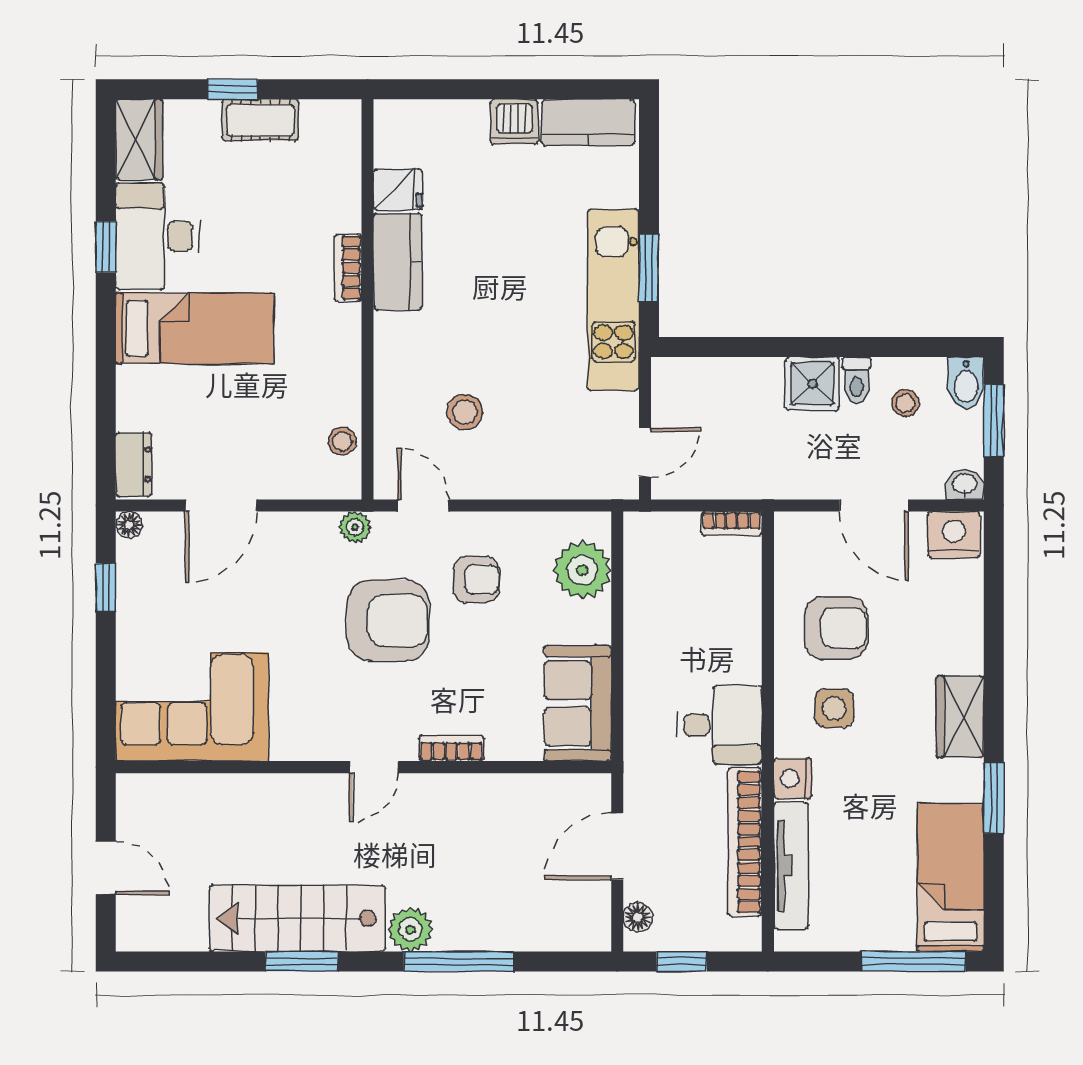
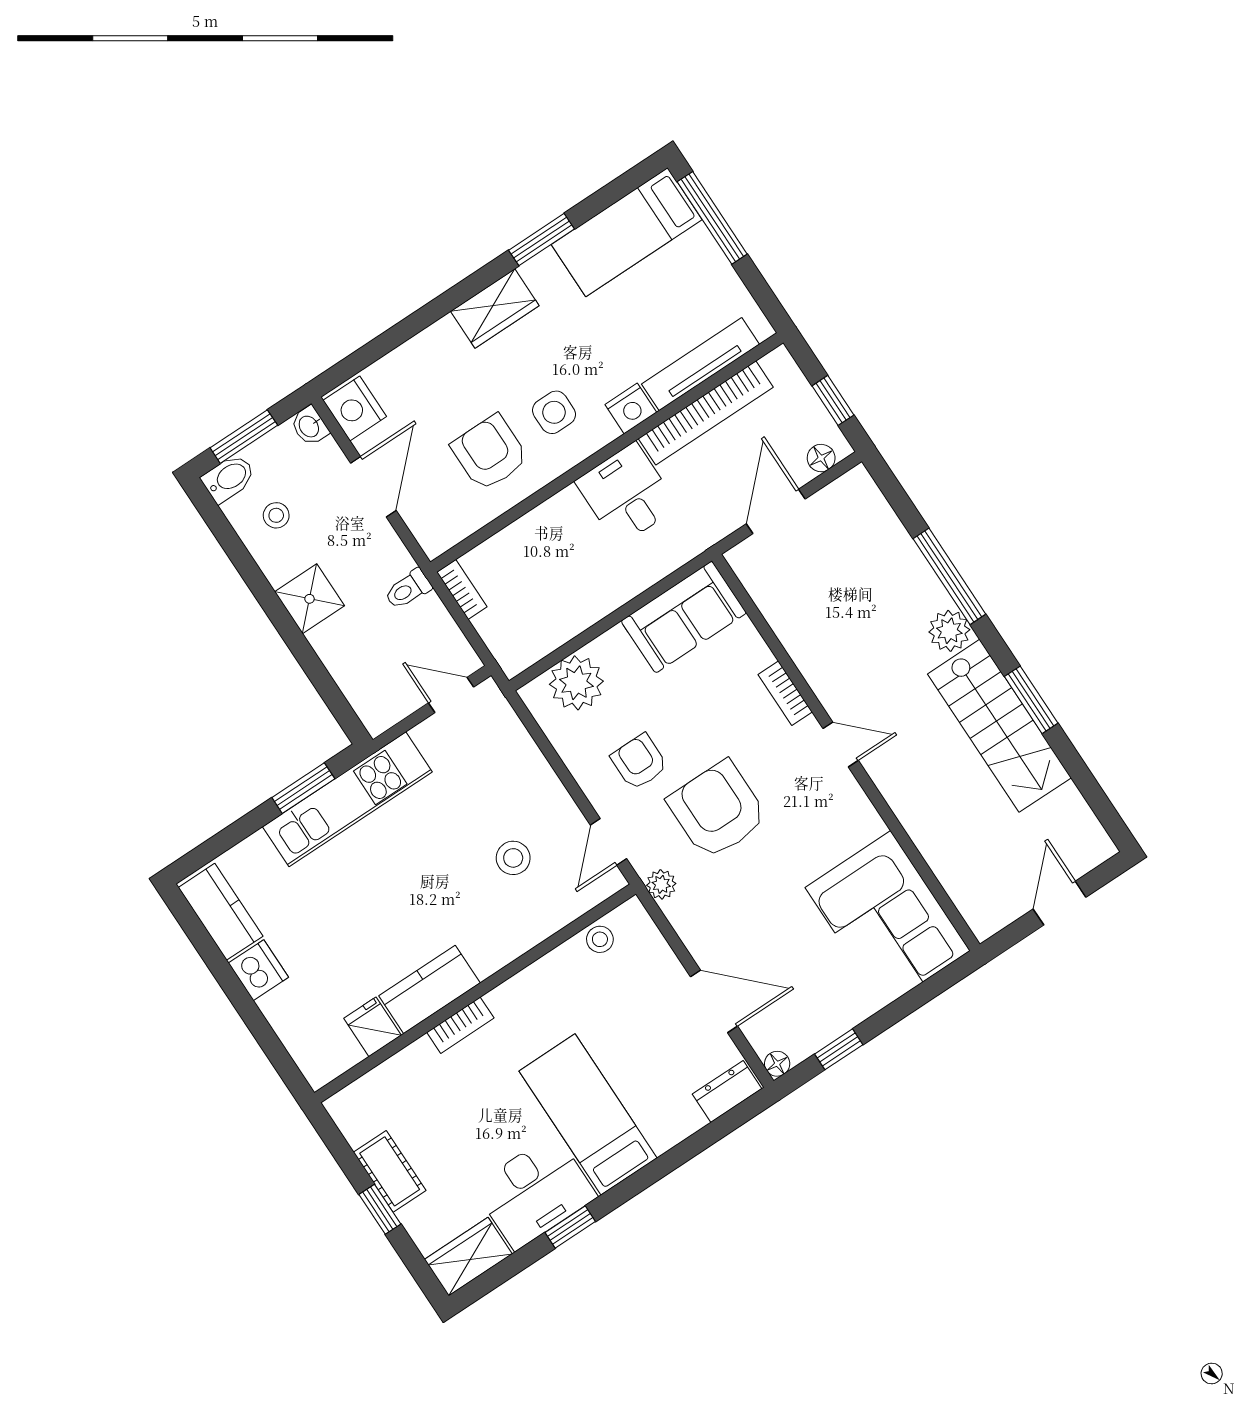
toilet: (857, 380) -> (408, 589), moved, turned 180
door: (617, 846) -> (776, 511), swing flipped

